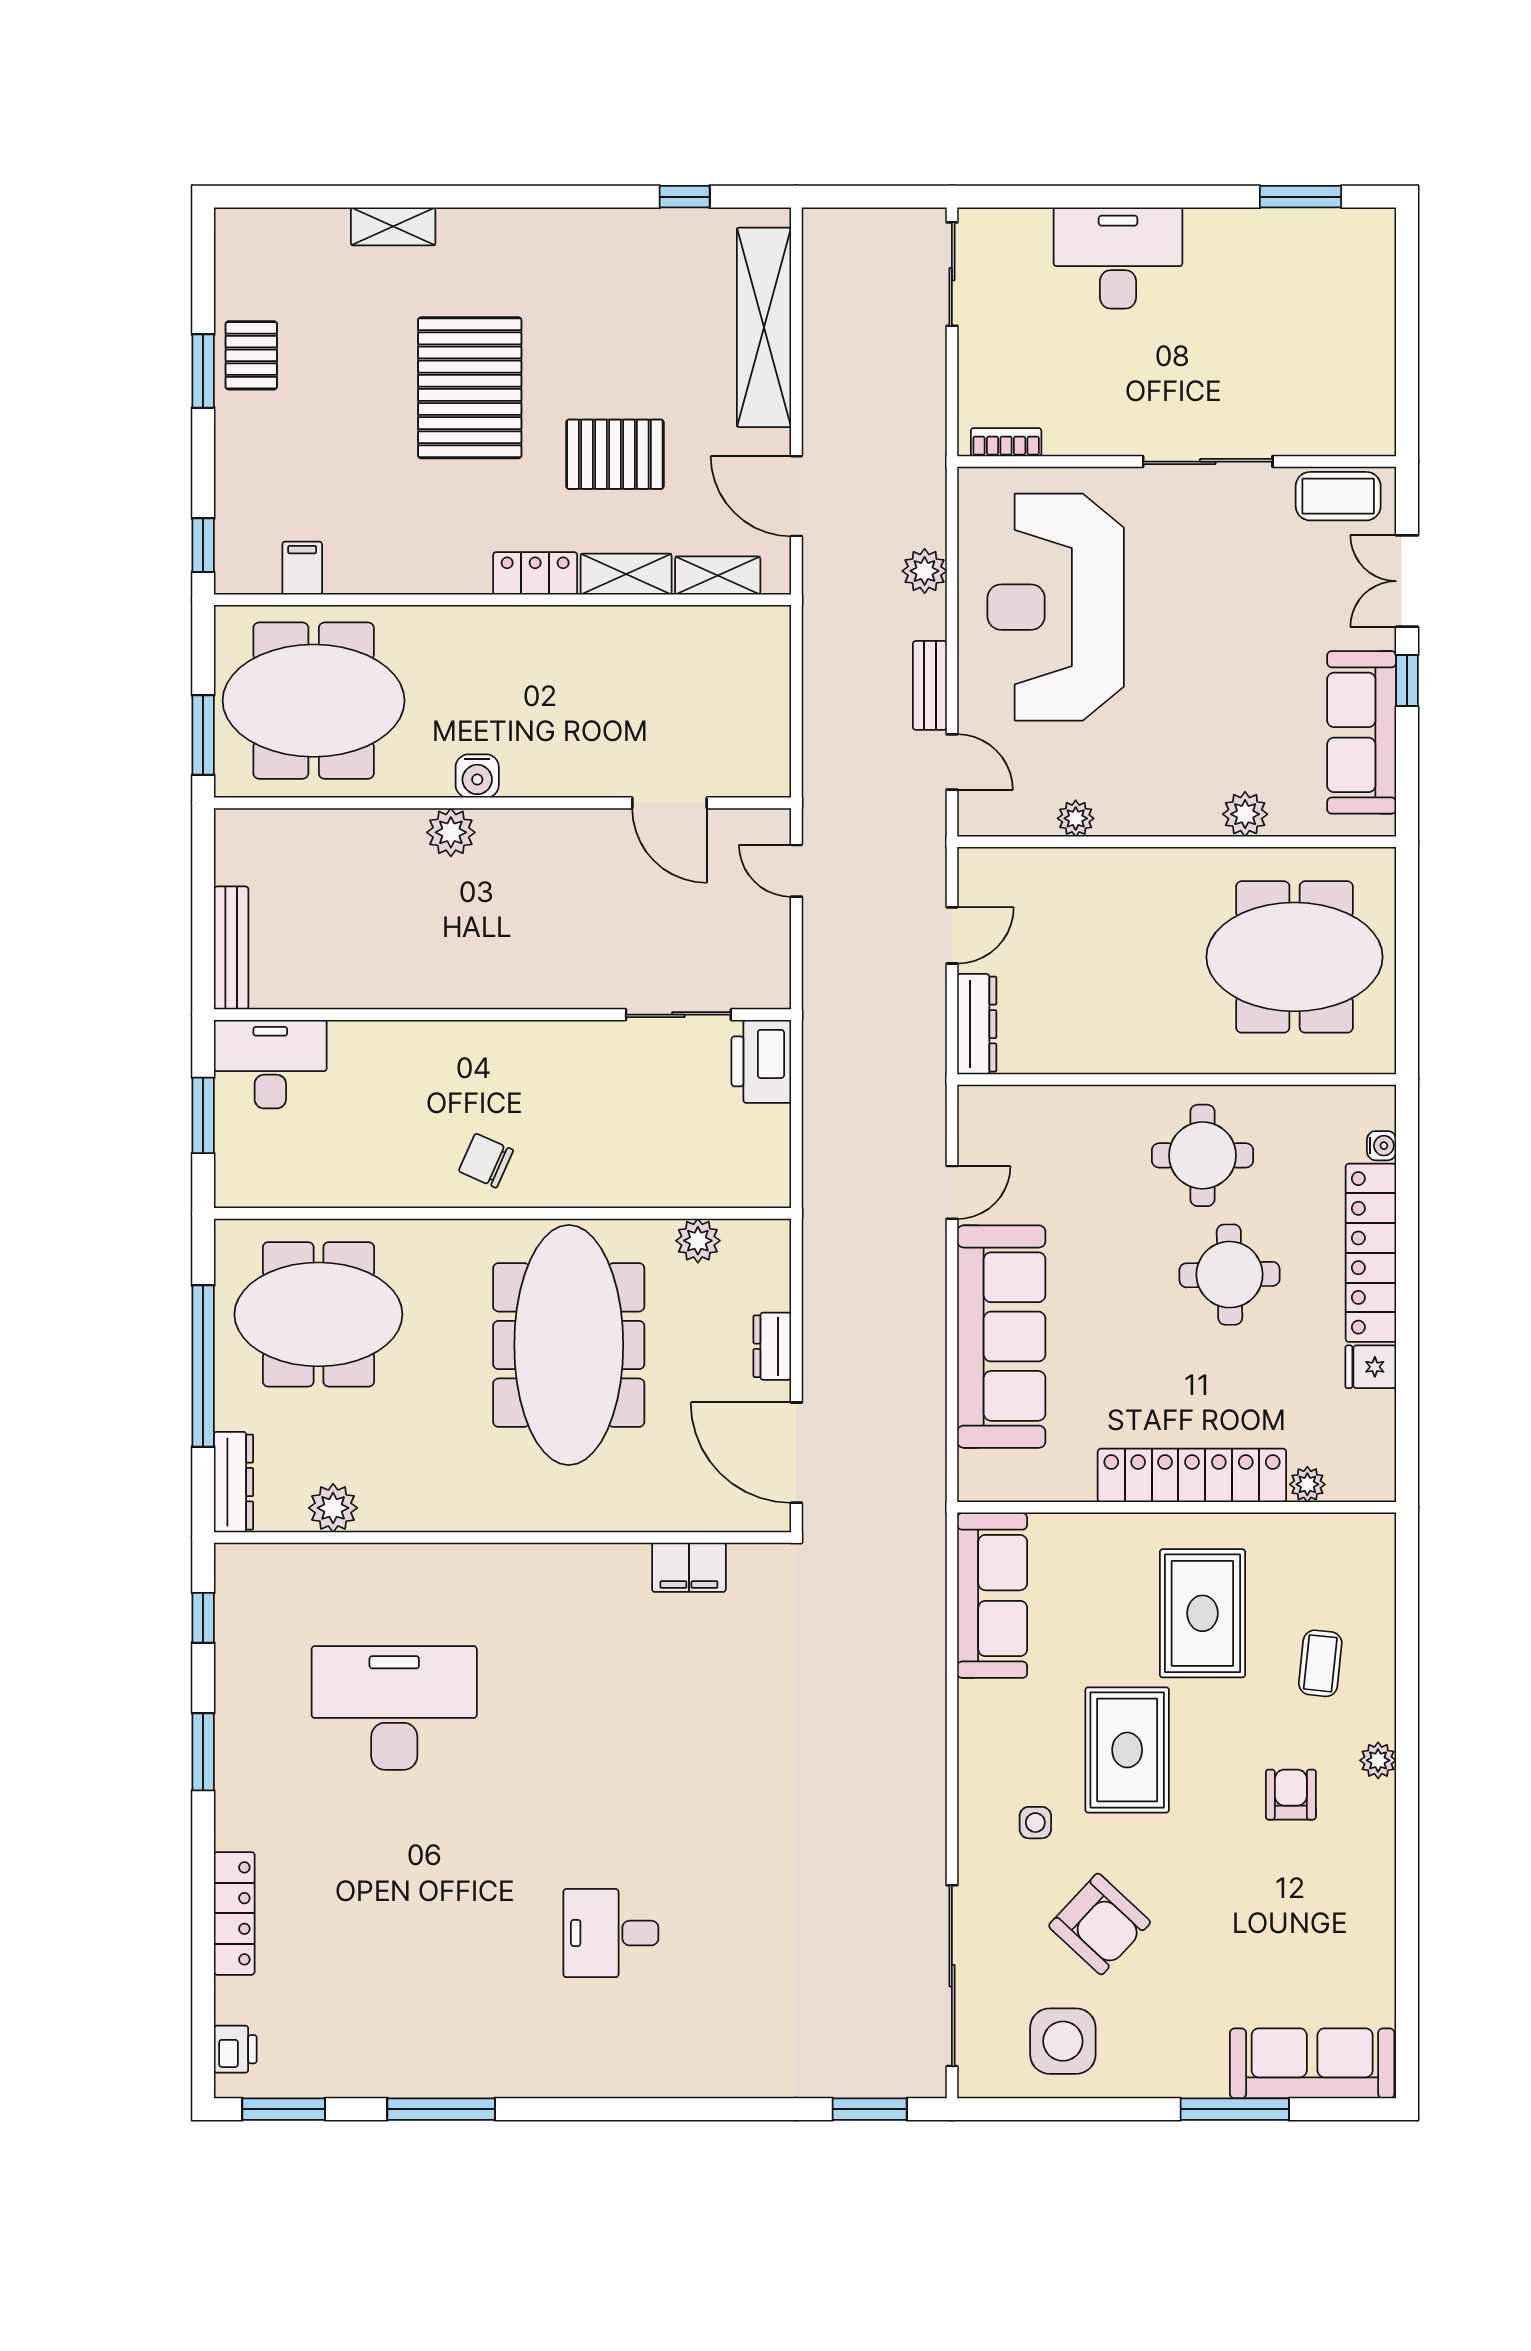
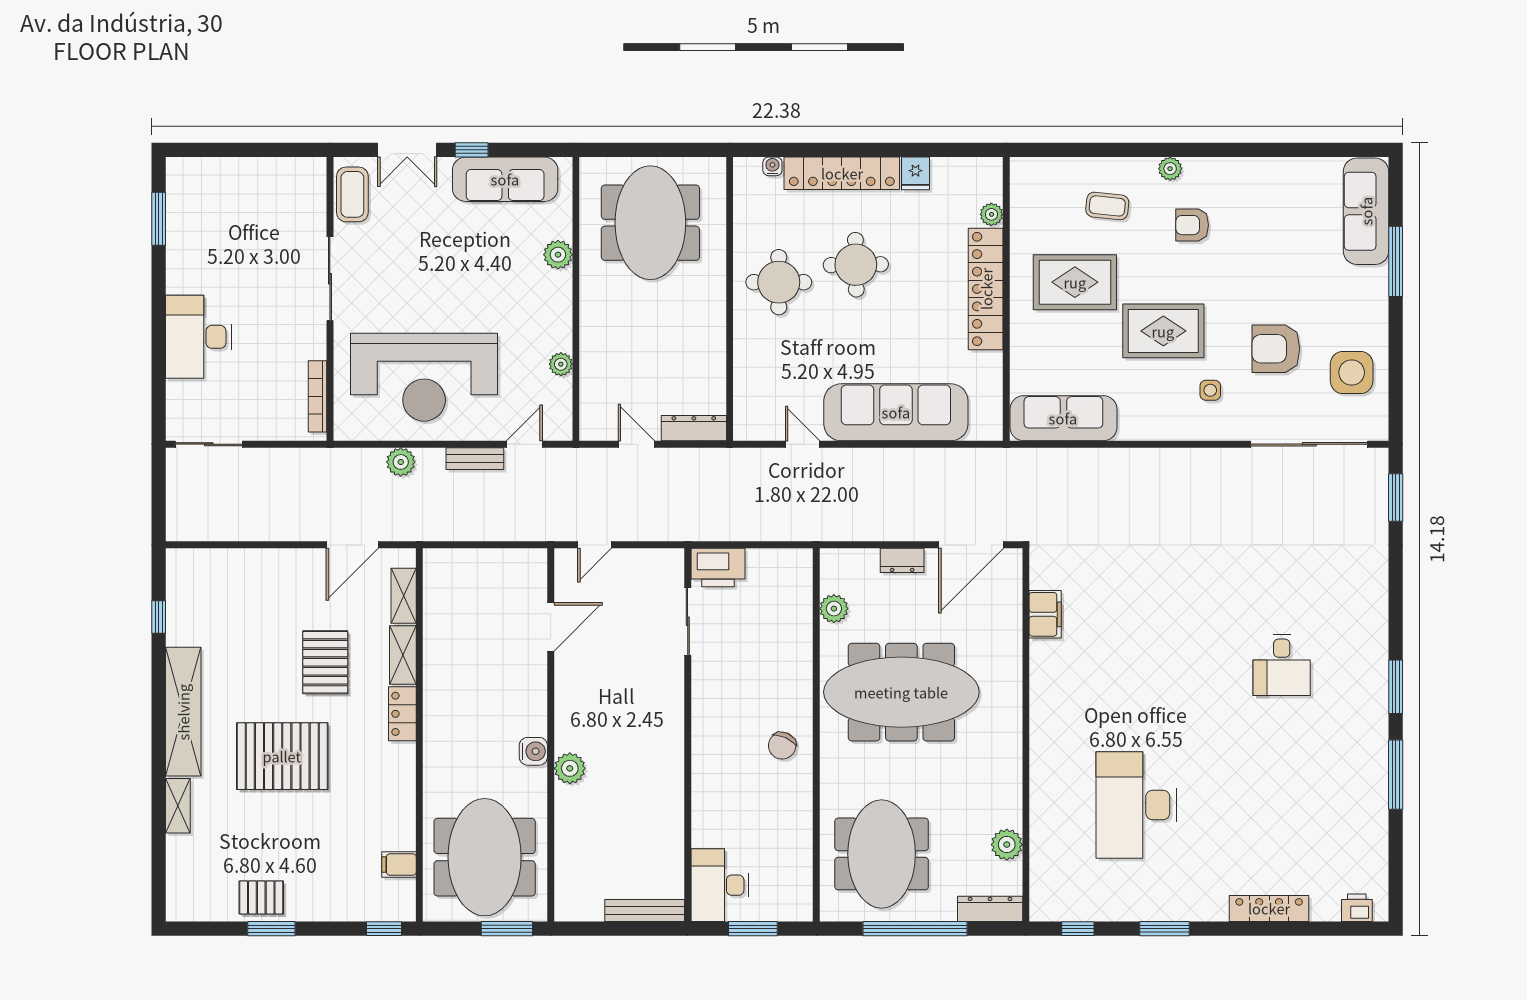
shelving: (764, 327) -> (183, 712), moved, turned 90
bookcase: (1006, 442) -> (317, 396), width x1.56
armchair: (1100, 1924) -> (1276, 349), turned -133
window: (284, 2109) -> (1396, 687), moved

